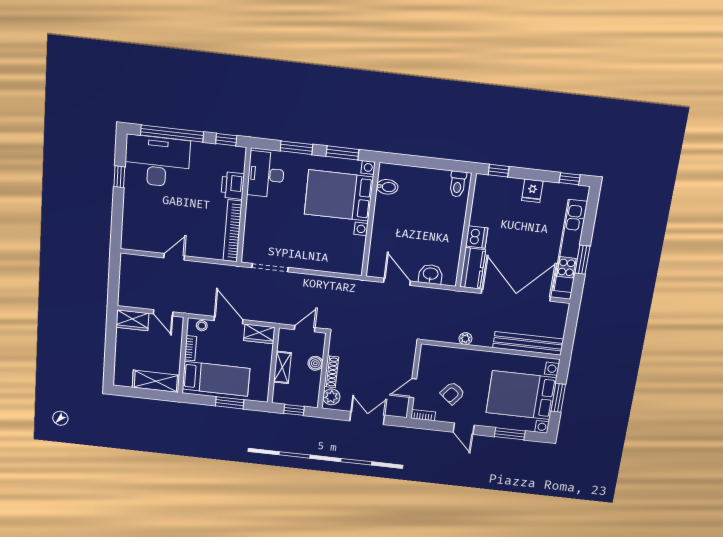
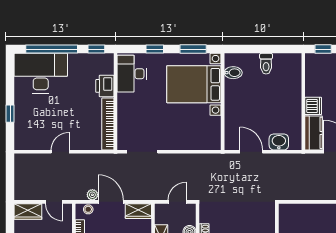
window: (296, 148) -> (155, 49), width x0.67
window: (119, 177) -> (10, 114), moved
toilet: (458, 184) -> (266, 64), moved
plant: (465, 339) -> (92, 195), moved

